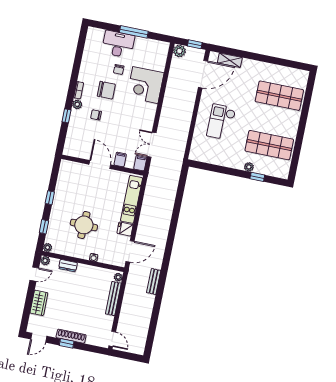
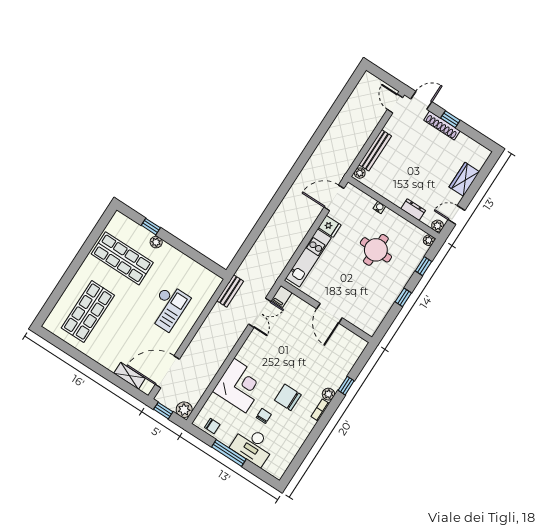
shop shelf: (279, 96) -> (88, 312), turned 90
chair: (96, 115) -> (212, 426), moved
filing cabinet: (120, 159) -> (303, 310), removed
bench: (154, 282) -> (230, 291), moved
door: (39, 338) -> (421, 100), moved

